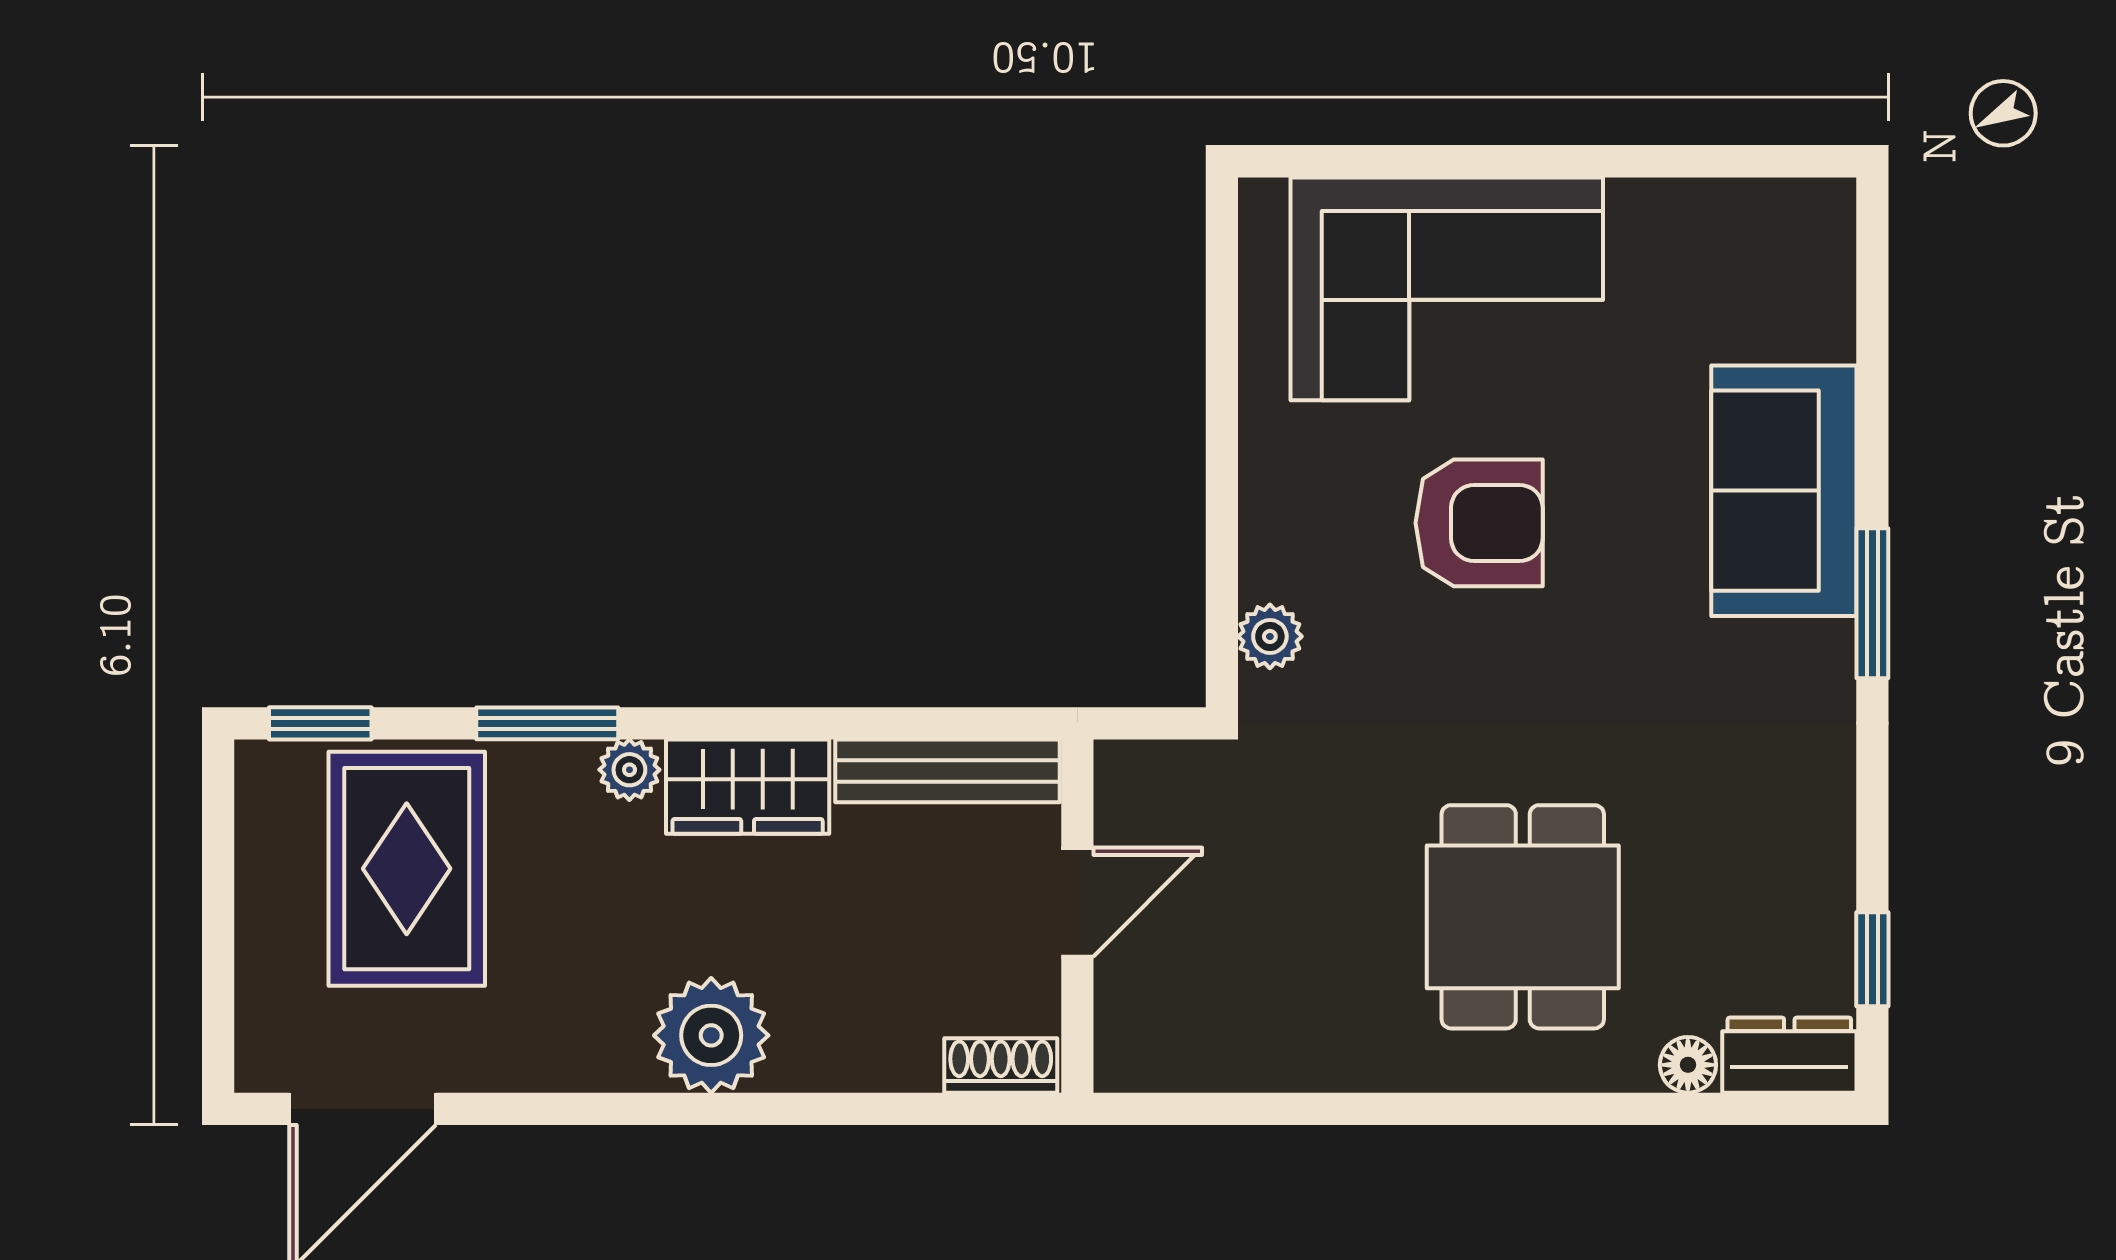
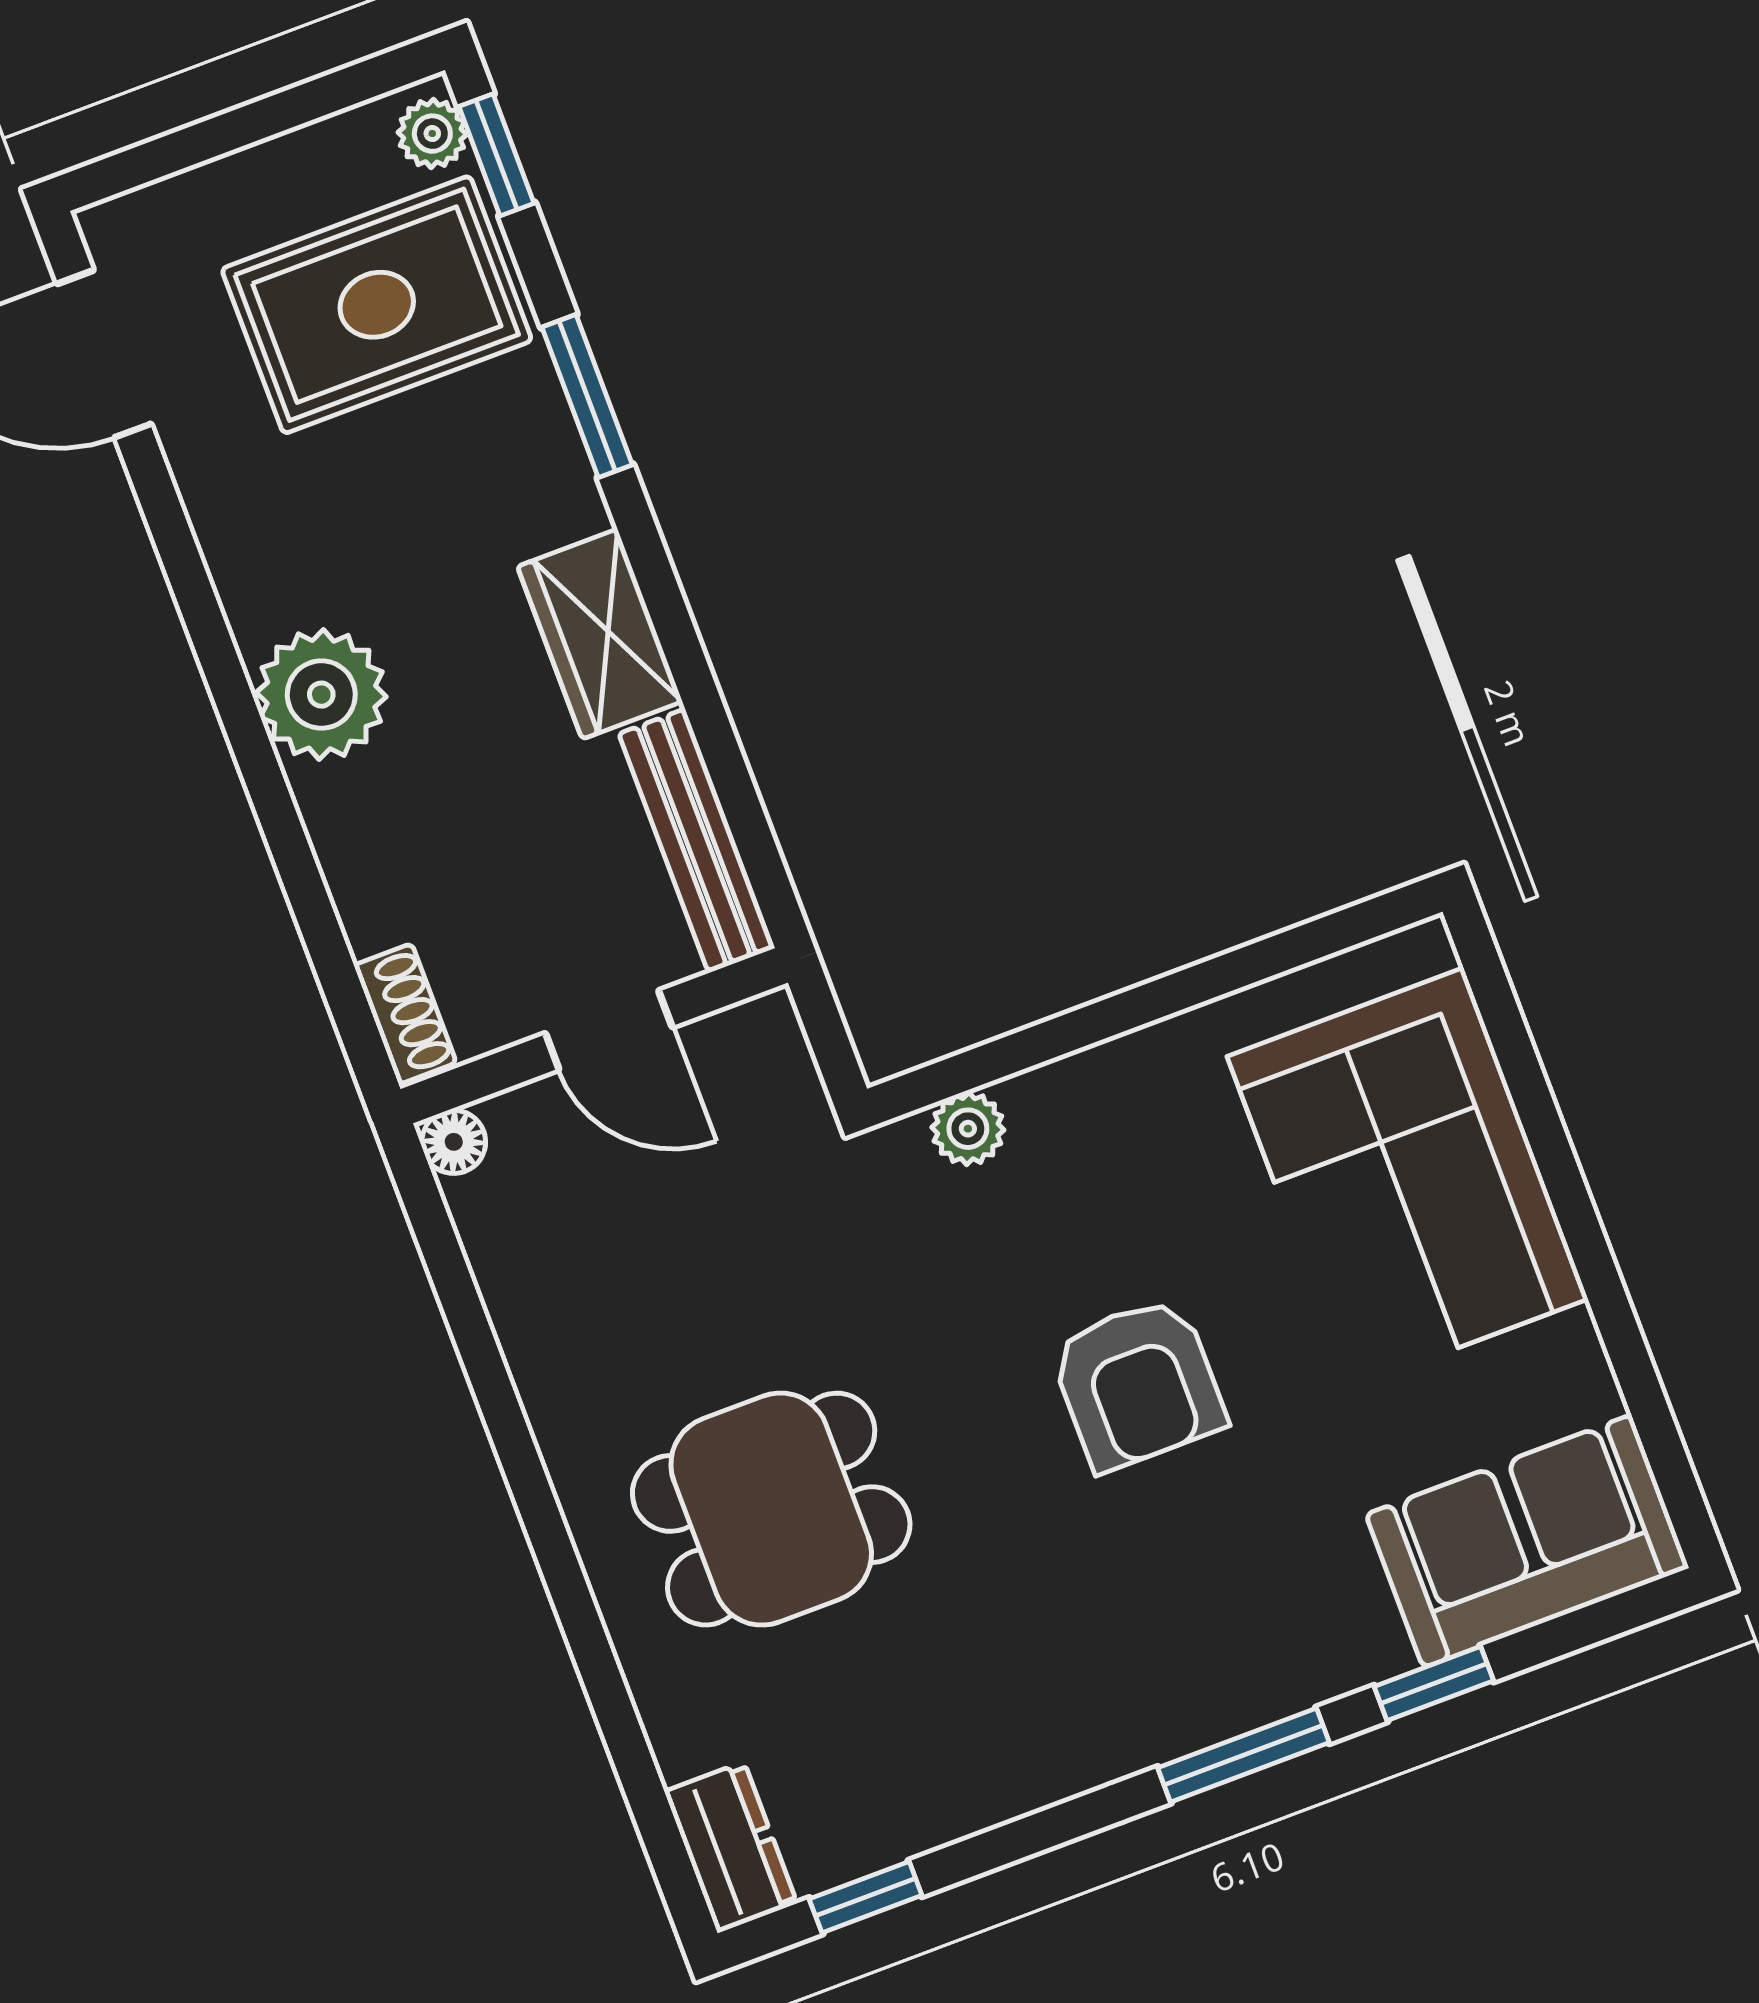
window: (1872, 424) -> (1434, 1684), added
sofa: (1784, 491) -> (1527, 1541), moved
armchair: (1479, 523) -> (1138, 1384), moved
plant: (629, 770) -> (432, 134), moved
floor lamp: (1688, 1065) -> (454, 1142), moved

